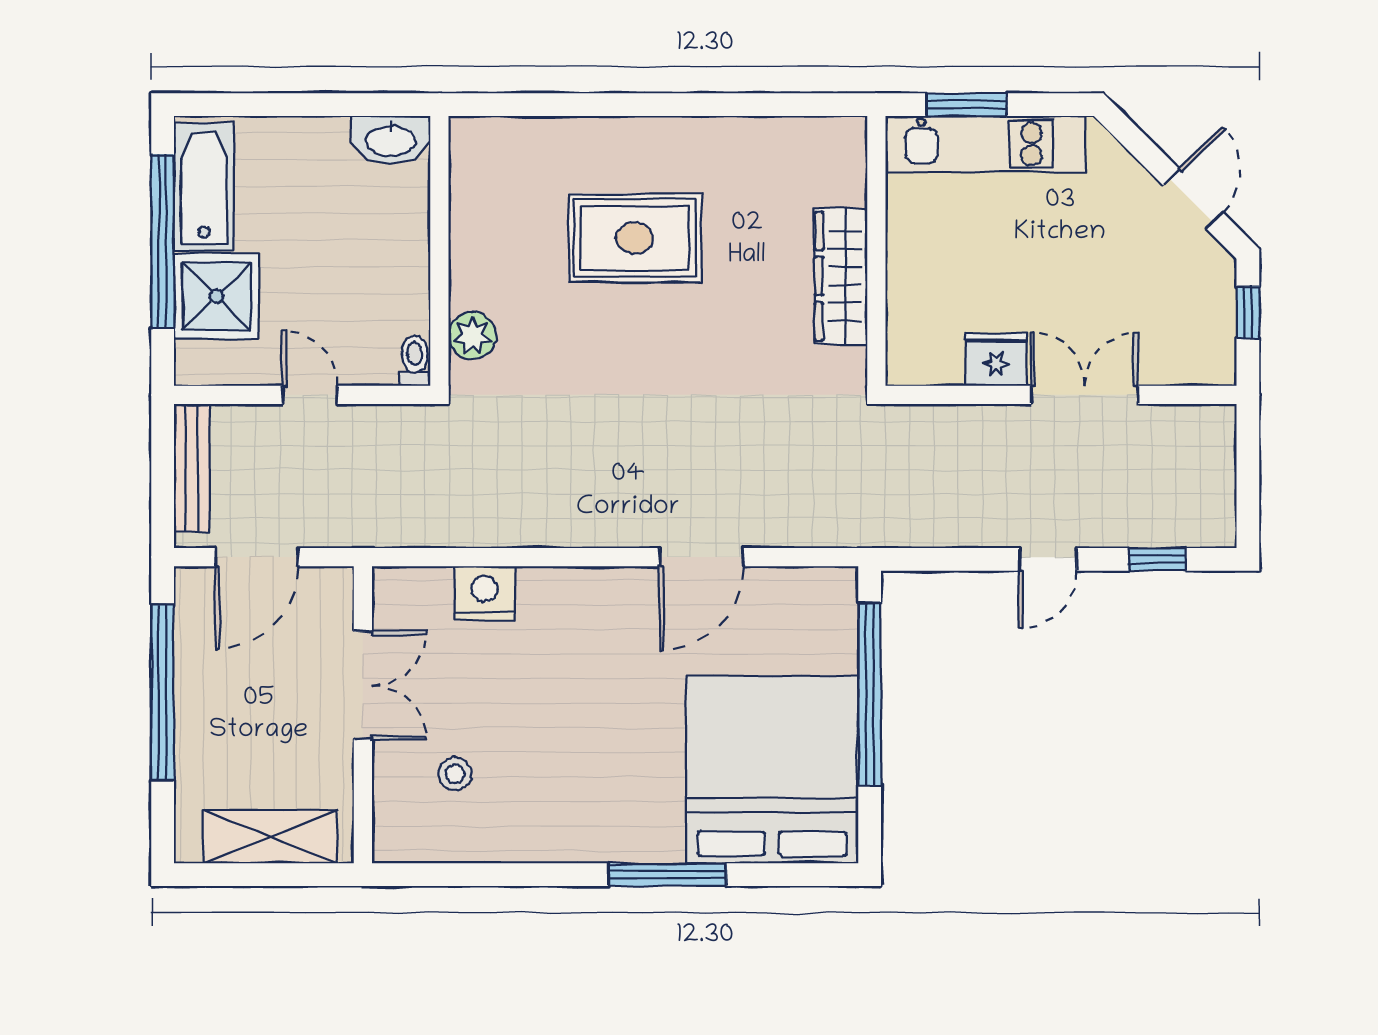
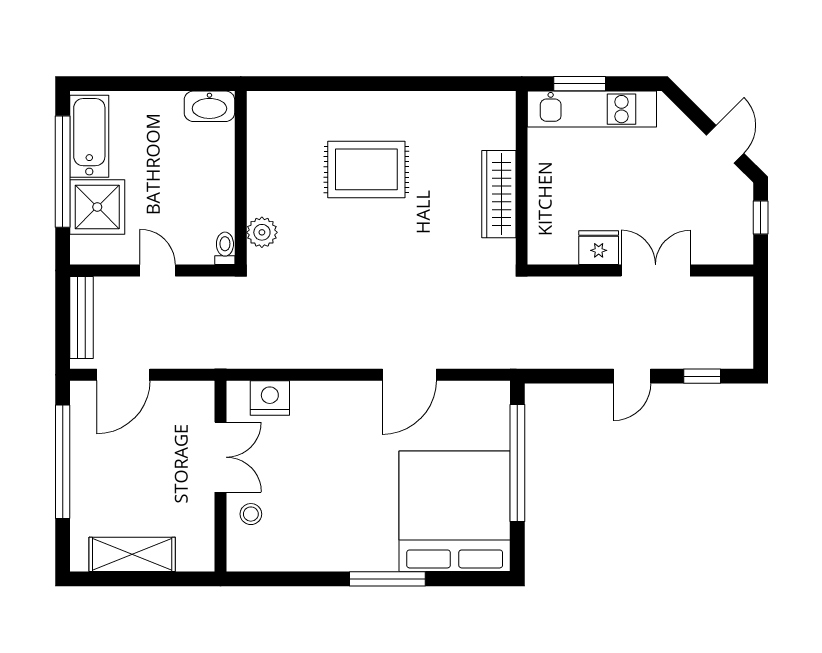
double door: (363, 685) -> (221, 457), moved
wall: (363, 715) -> (221, 476), moved

